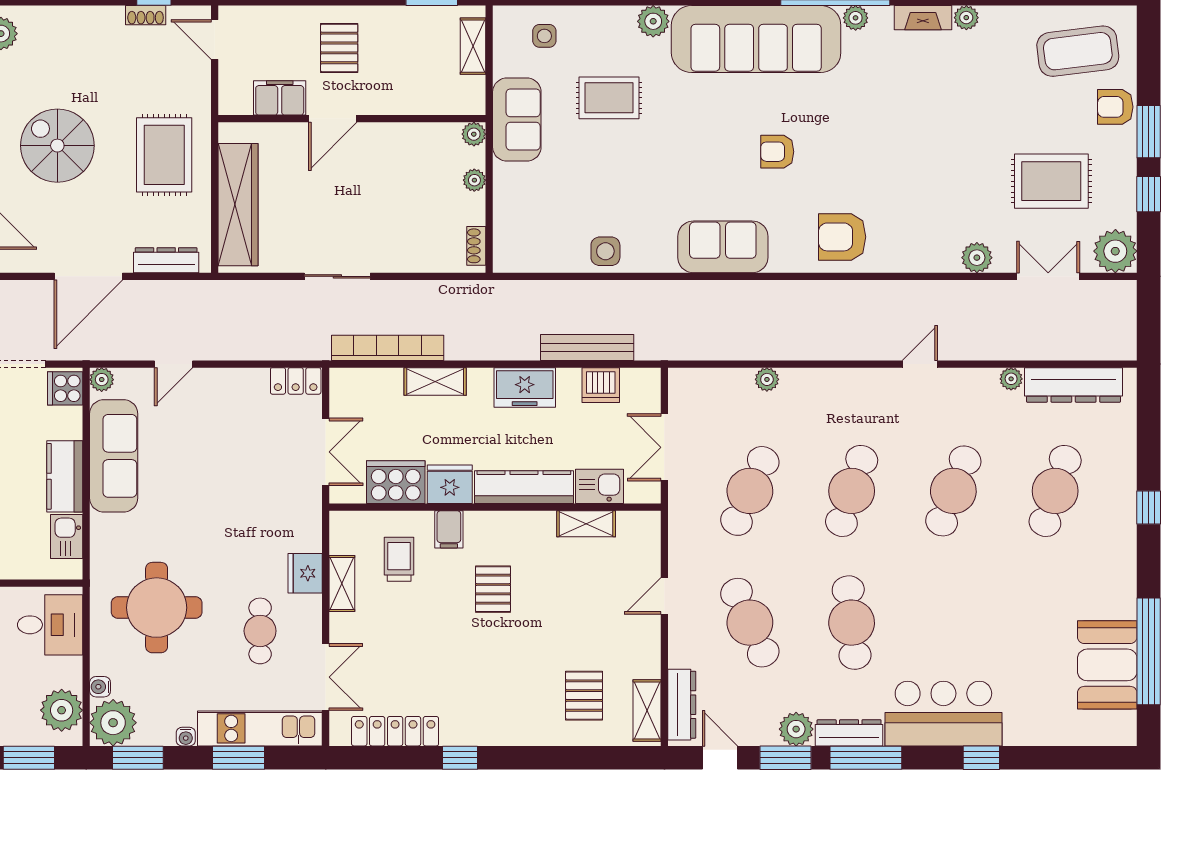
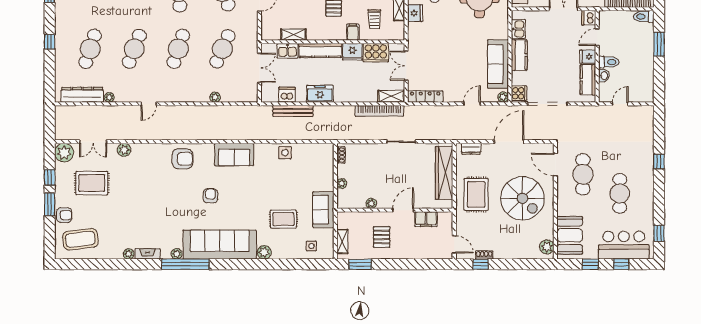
pallet: (339, 48) -> (382, 237), moved
plant: (474, 134) -> (371, 203), moved
spiral stairs: (57, 146) -> (522, 198), width x1.37, depth x1.37
armchair: (777, 152) -> (211, 196), turned -88
dresser: (166, 260) -> (471, 149), width x0.70
locker: (296, 381) -> (425, 96), width x1.53
shelving: (435, 381) -> (391, 96), moved

